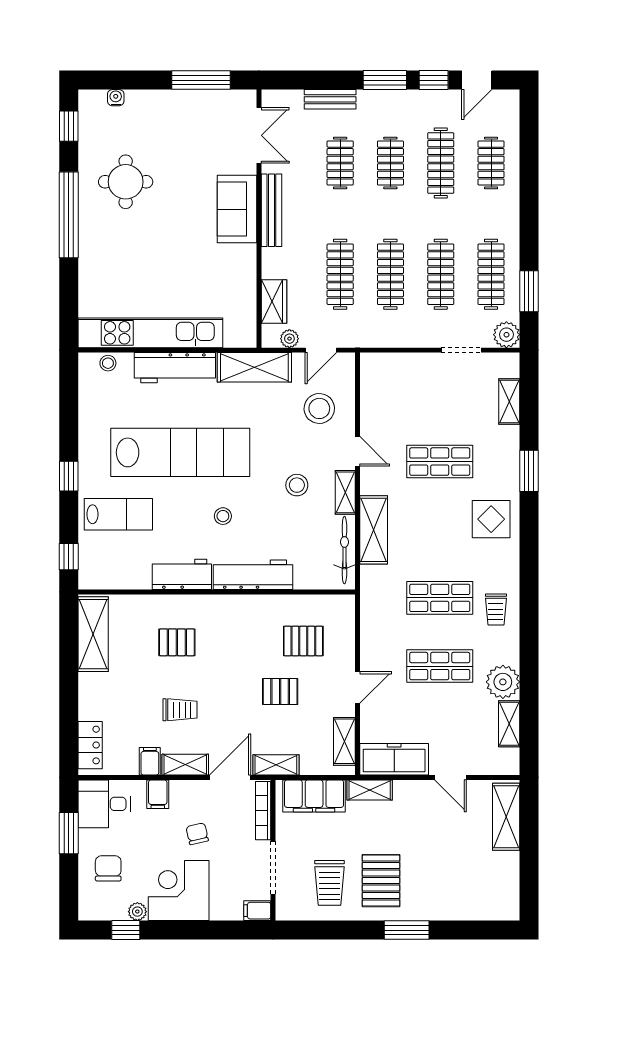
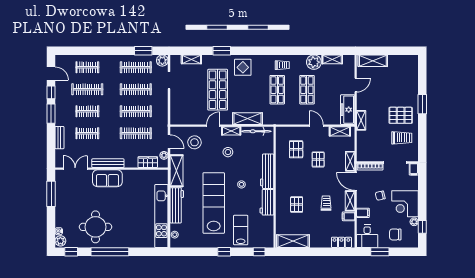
plant: (94, 102) -> (60, 241), added
round table: (126, 182) -> (95, 227), width x1.36, depth x1.36
shop shelf: (440, 462) -> (218, 90), width x1.43, depth x1.36
filing cabinet: (314, 796) -> (364, 145), removed

